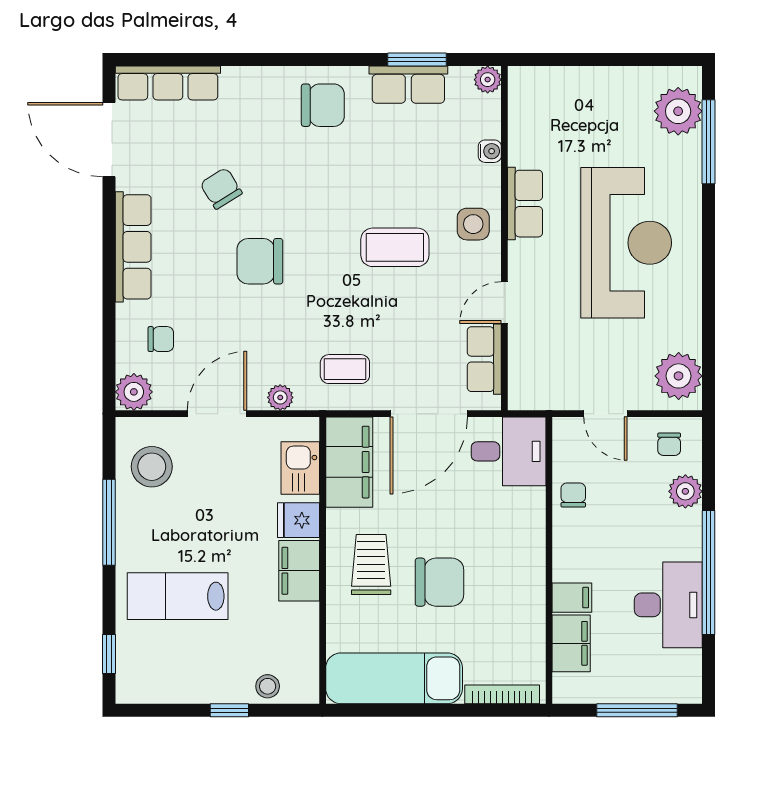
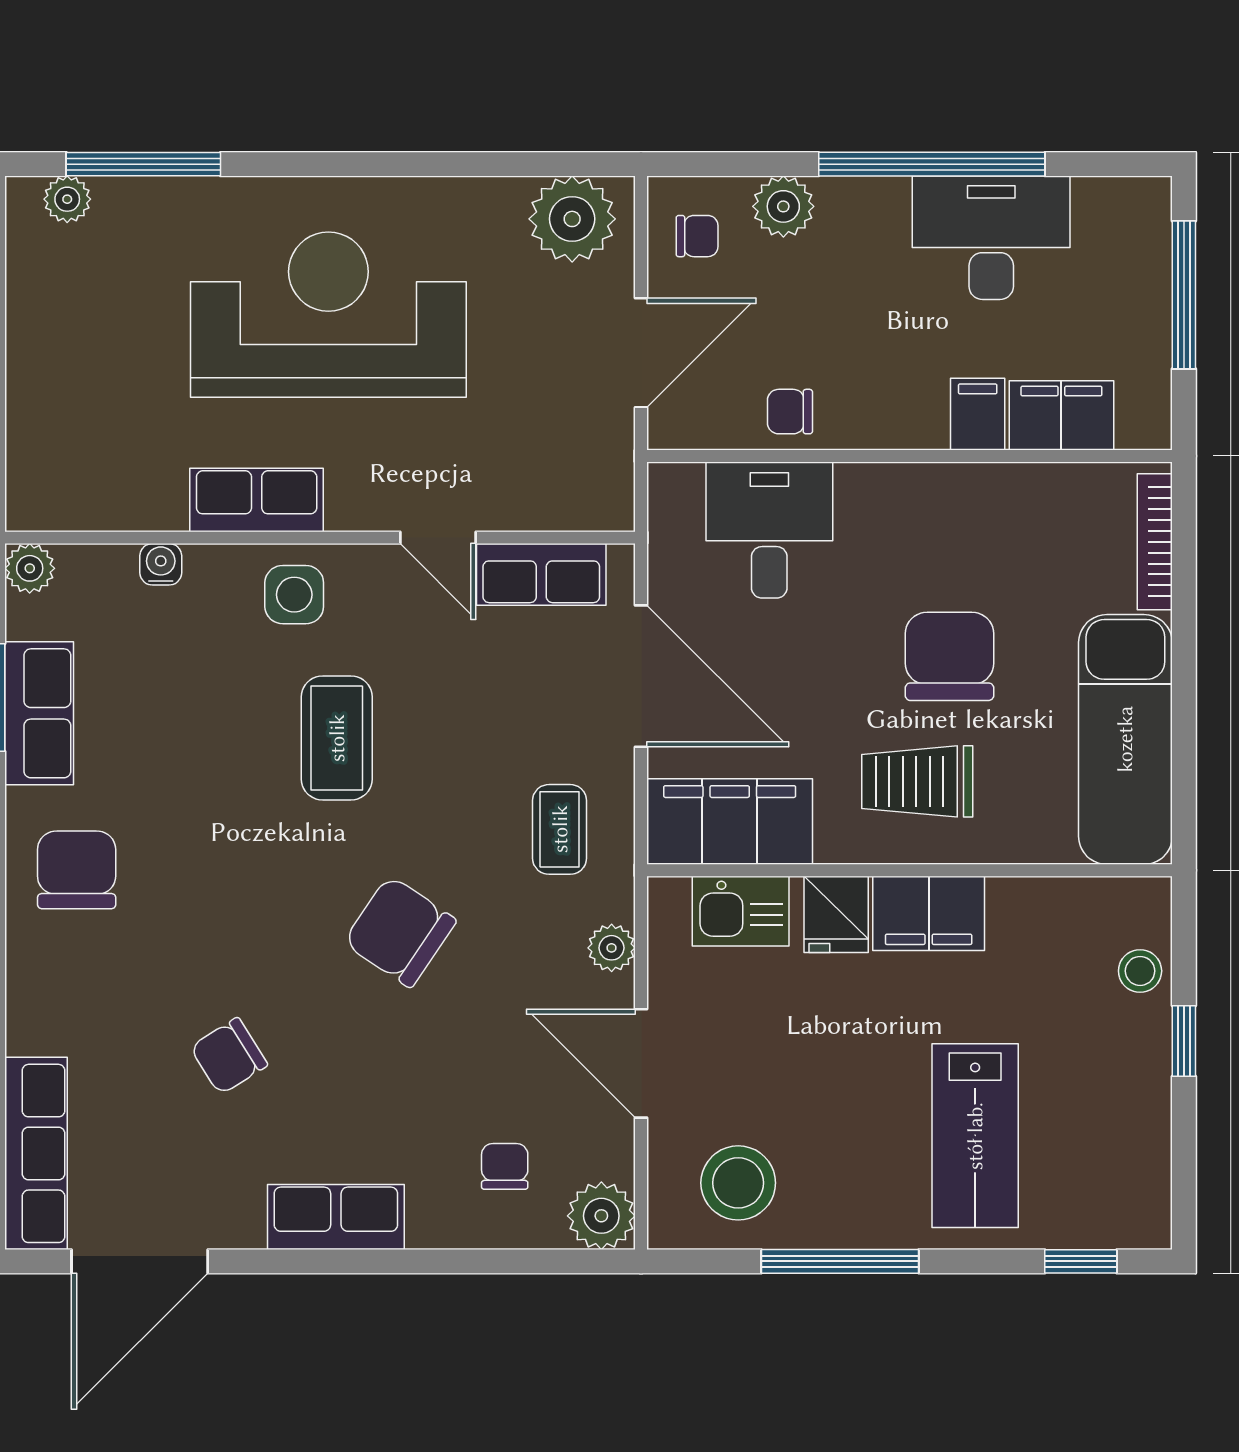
plant: (678, 111) -> (67, 199), width x0.53, depth x0.53
row of seats: (133, 247) -> (336, 1217), width x0.68
chair: (260, 261) -> (400, 931), moved, turned 124
door: (605, 414) -> (641, 353), width x1.38
desk: (509, 451) -> (769, 530), moved

